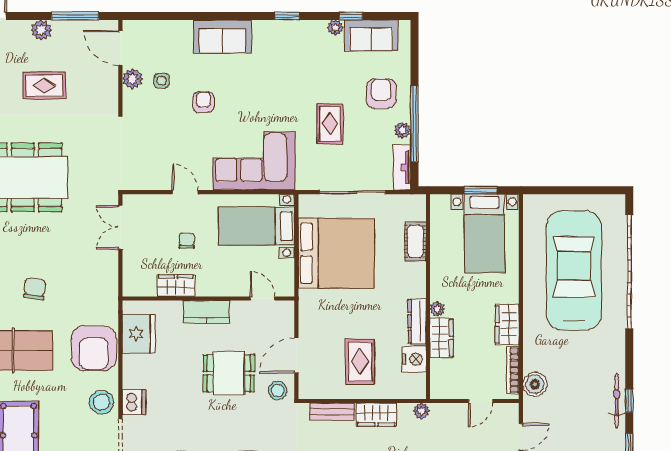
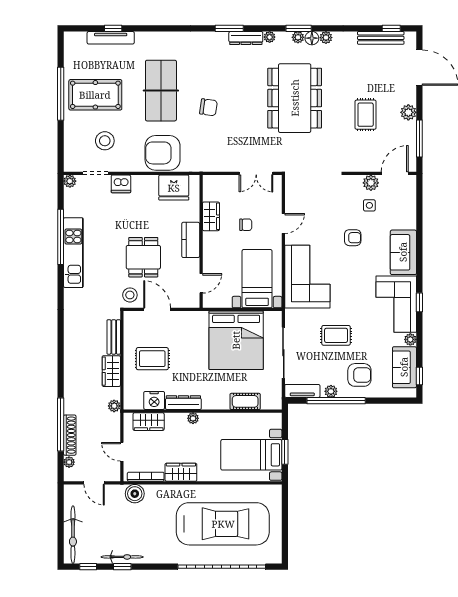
window: (351, 16) -> (419, 376), moved
corner sofa: (289, 46) -> (396, 304), added
double door: (120, 227) -> (256, 173), swing flipped
wardrobe: (442, 338) -> (149, 422), moved
stool: (102, 402) -> (105, 141), moved

